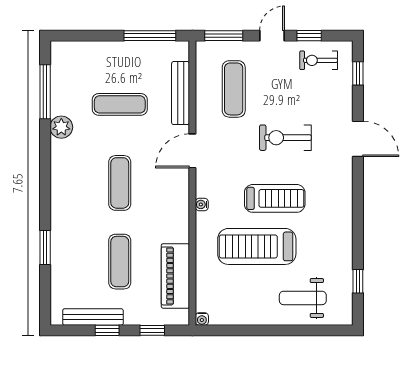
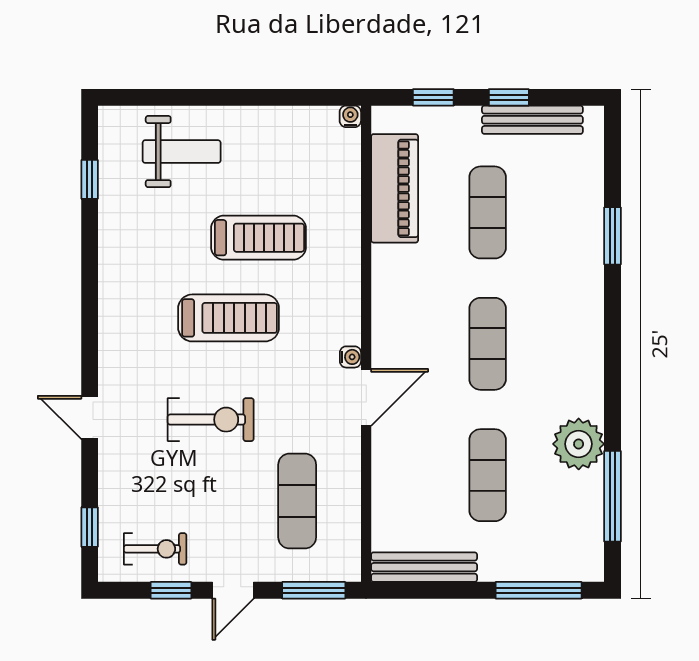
window: (150, 36) -> (539, 590), moved
bench: (181, 93) -> (424, 567), moved, turned 90
exercise mat: (120, 104) -> (488, 475), turned 90
plant: (61, 127) -> (579, 444), width x1.36, depth x1.36
door: (358, 139) -> (90, 418), width x0.73
treadmill: (275, 198) -> (229, 318), turned 180
water cooler: (202, 204) -> (350, 357), moved
treadmill: (257, 246) -> (258, 238), width x0.73, depth x0.73

